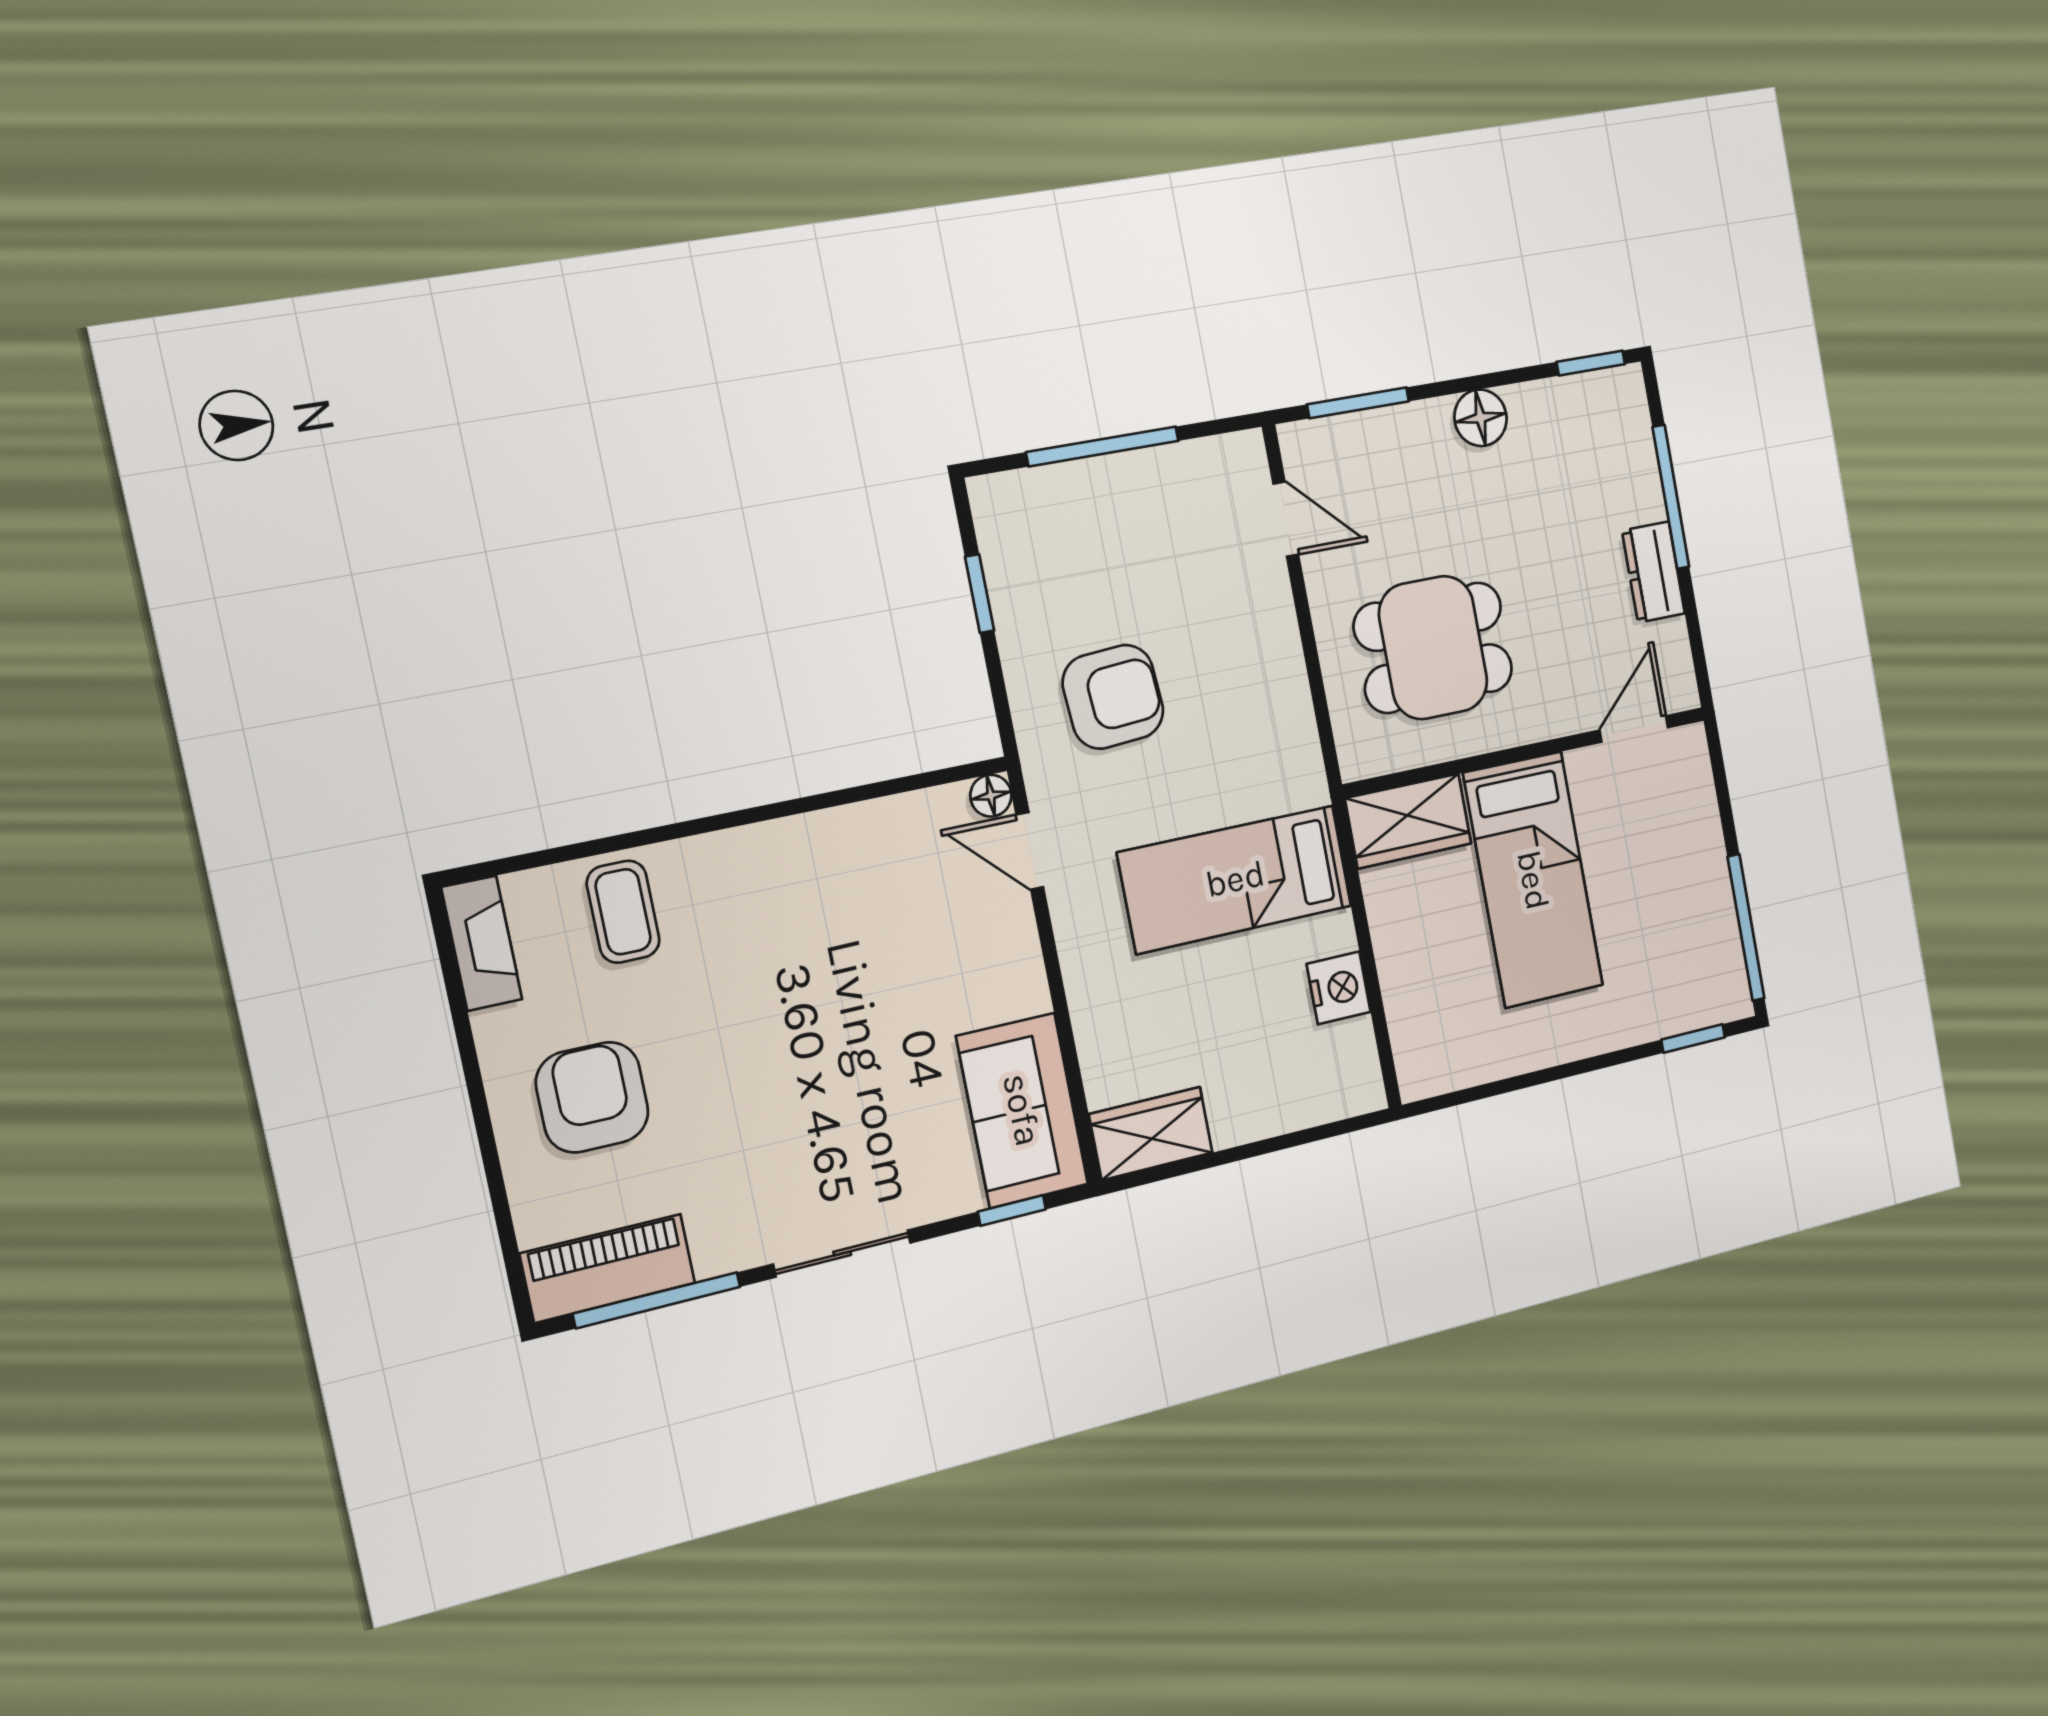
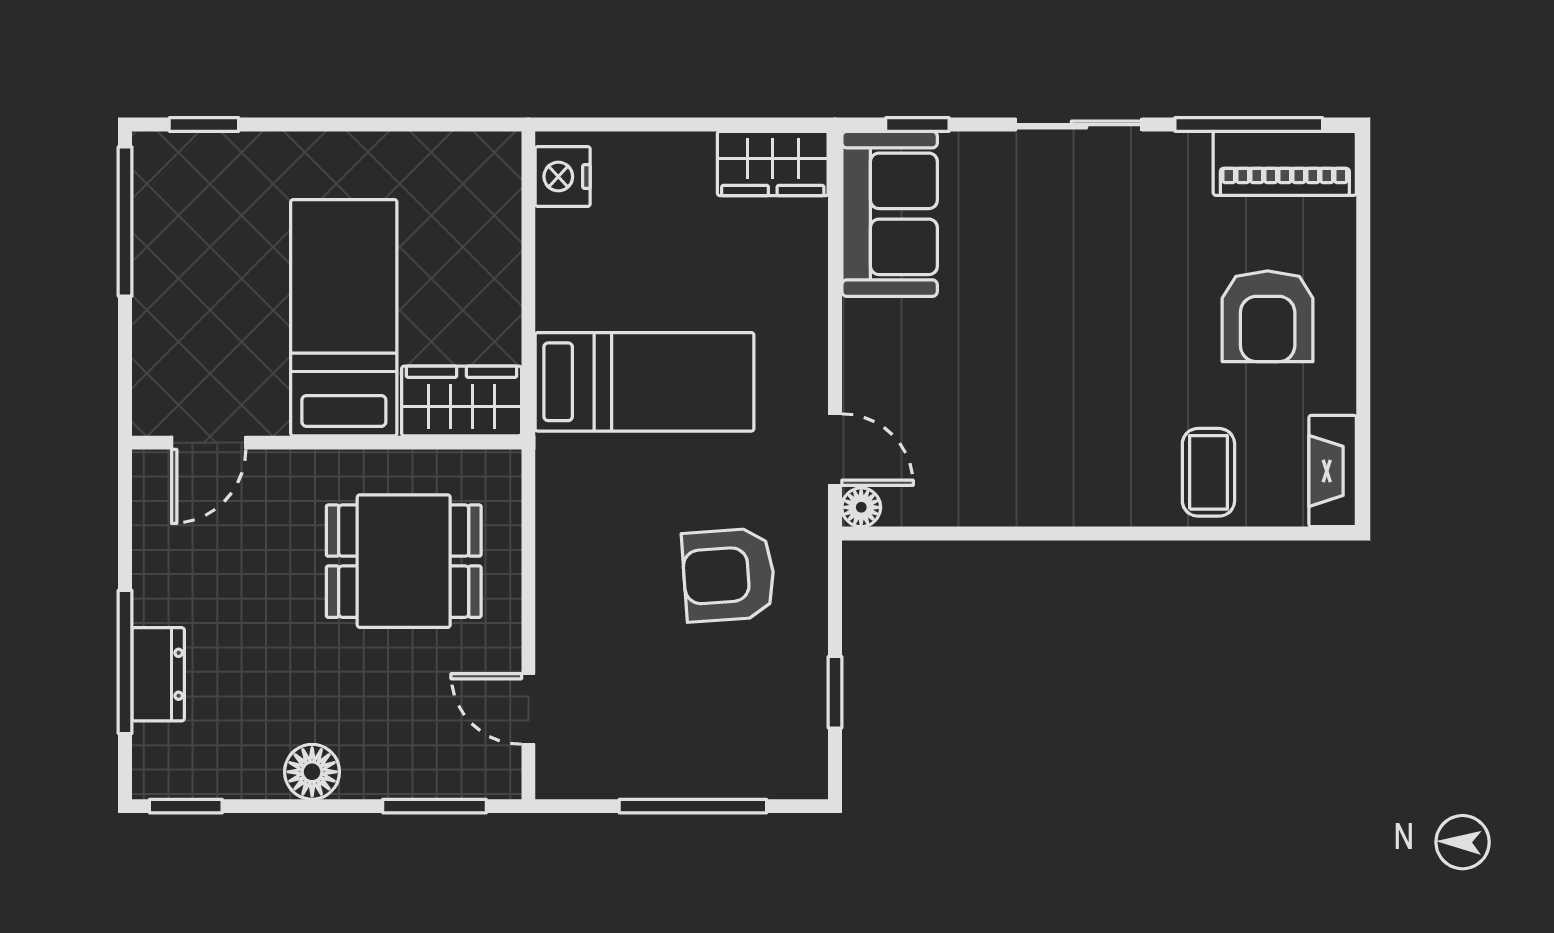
dresser: (1653, 572) -> (158, 674), moved
nightstand: (1339, 988) -> (563, 177), moved

